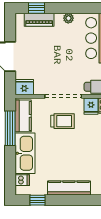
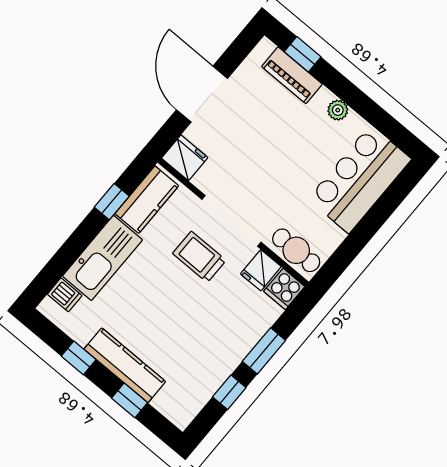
trolley: (62, 121) -> (199, 257), turned 180
window: (10, 128) -> (112, 202), width x0.46
window: (37, 200) -> (79, 358), moved
window: (82, 200) -> (129, 400), added

